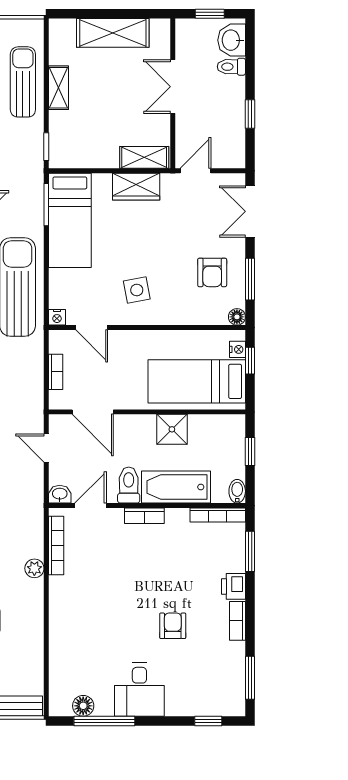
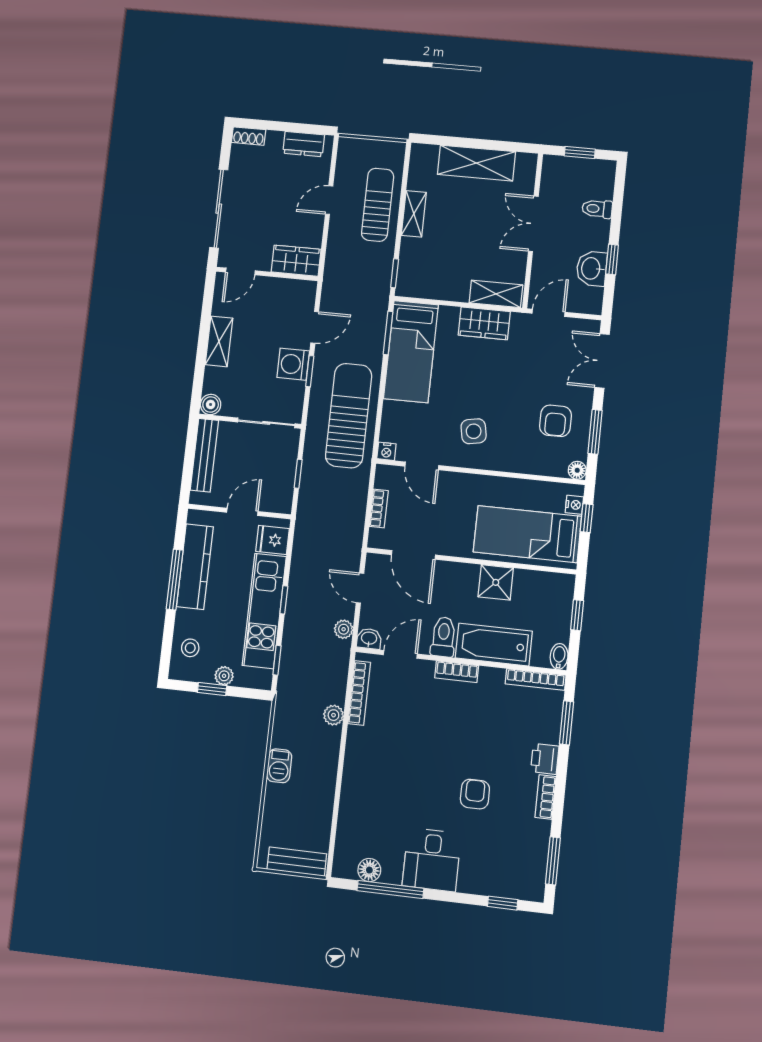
washbasin: (232, 40) -> (592, 268), moved
plant: (35, 488) -> (344, 629), added

